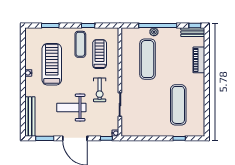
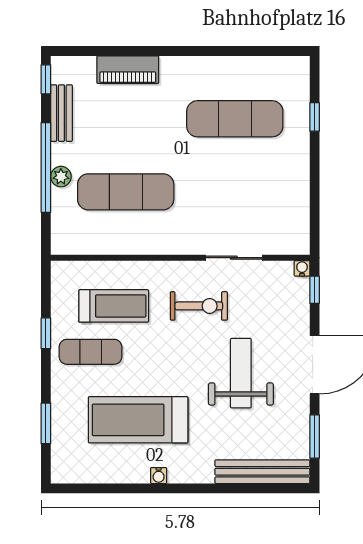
bench: (193, 32) -> (61, 113), moved
treadmill: (100, 54) -> (114, 306), turned 180
weight bench: (71, 107) -> (241, 373), turned 180

